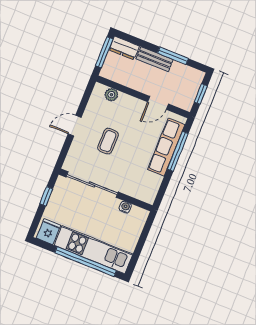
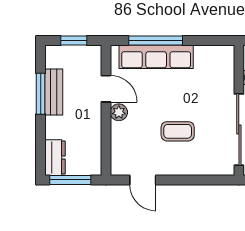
bench: (155, 59) -> (54, 92), moved
plant: (111, 95) -> (119, 112), moved
door: (75, 126) -> (143, 180), moved

